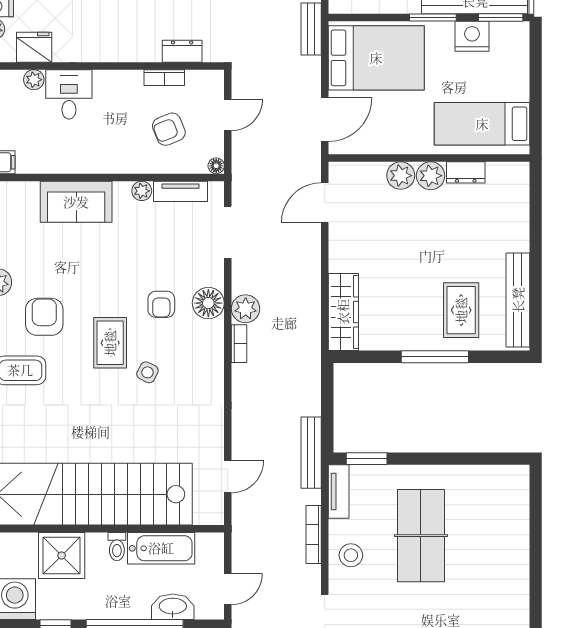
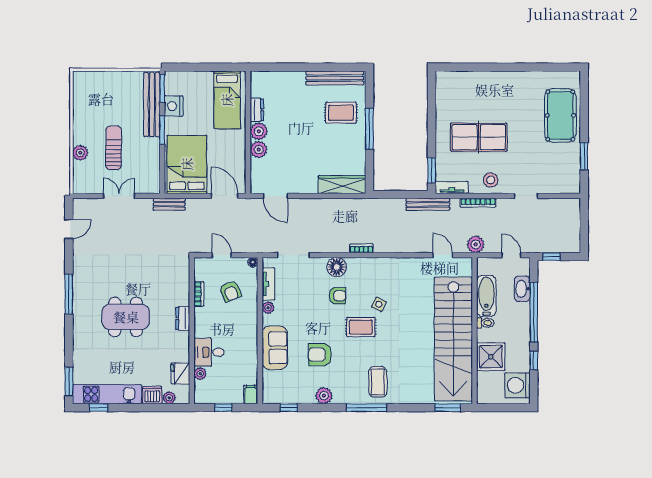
dresser: (182, 51) -> (183, 318), moved
plant: (246, 309) -> (476, 244), moved
armchair: (44, 317) -> (320, 355), moved

